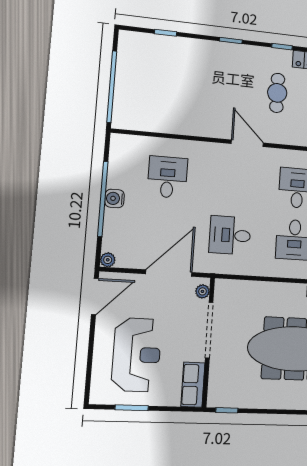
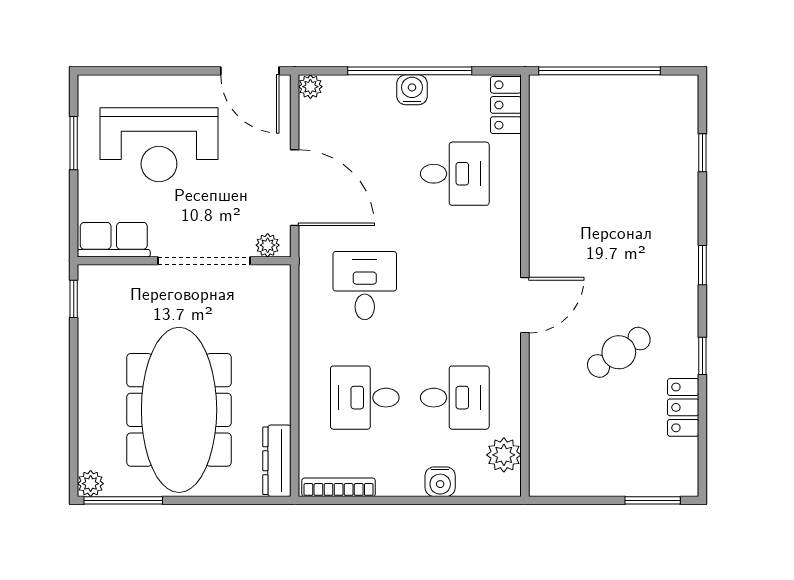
cafe table: (277, 93) -> (619, 352), turned -34
locker: (128, 143) -> (506, 105), added

